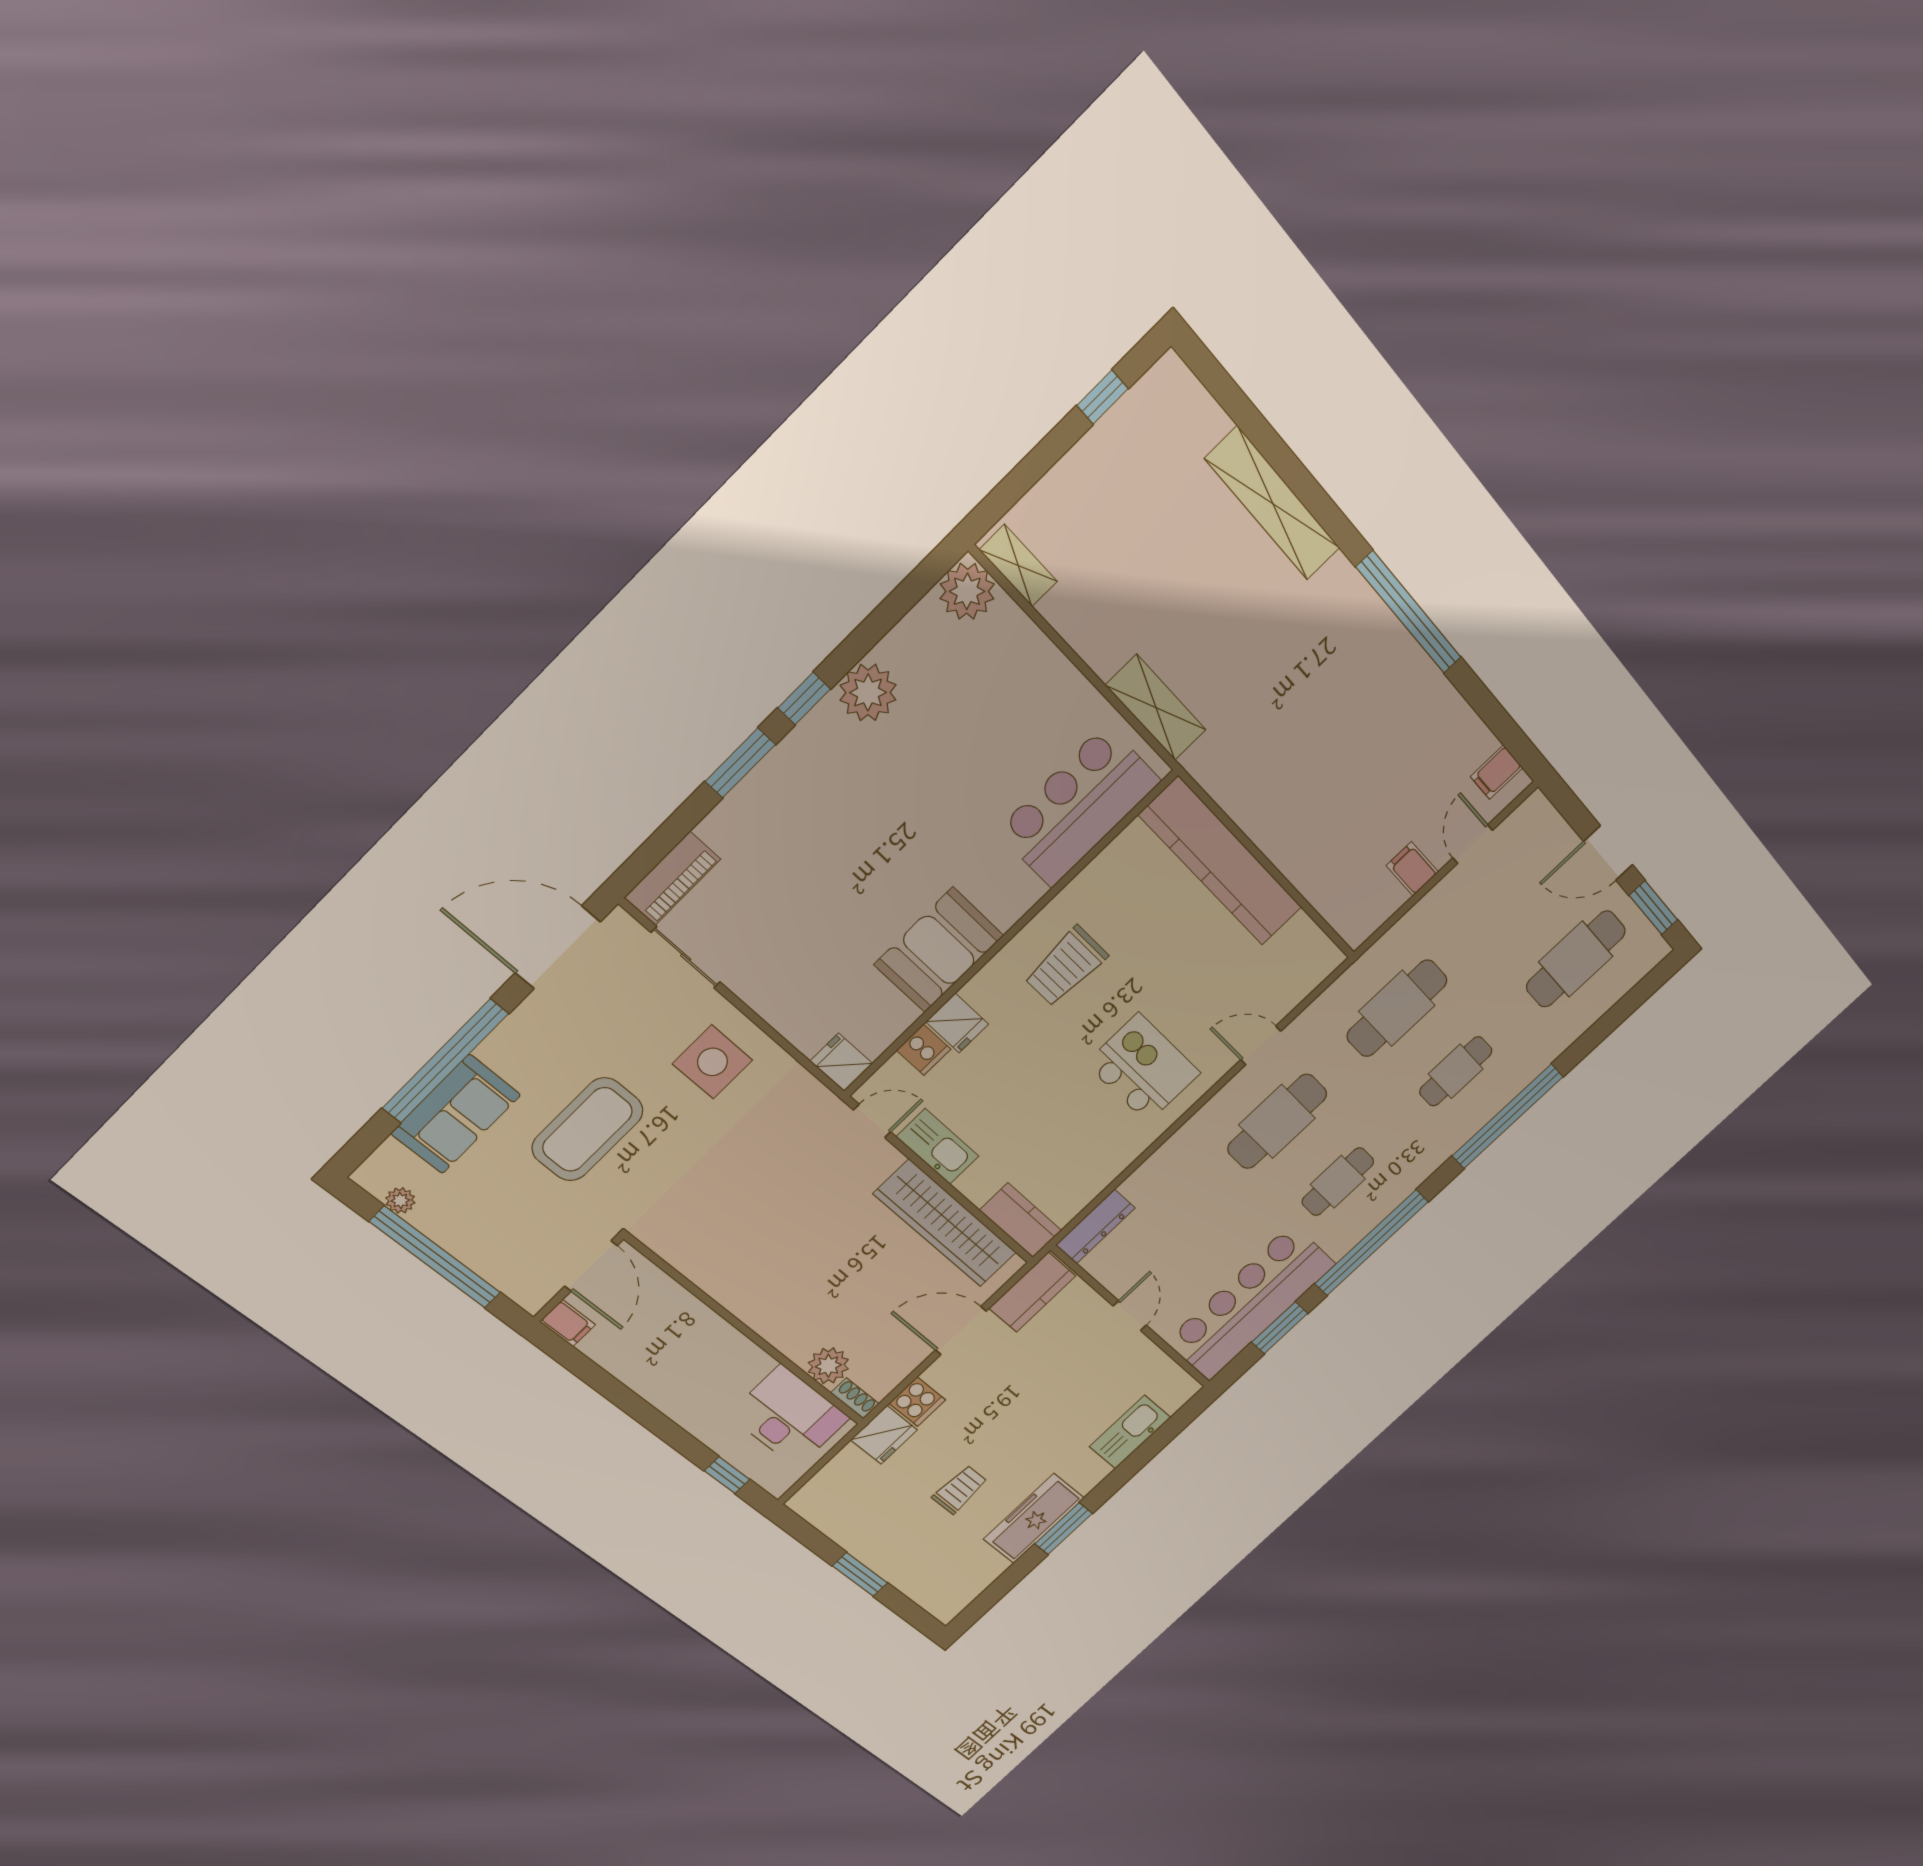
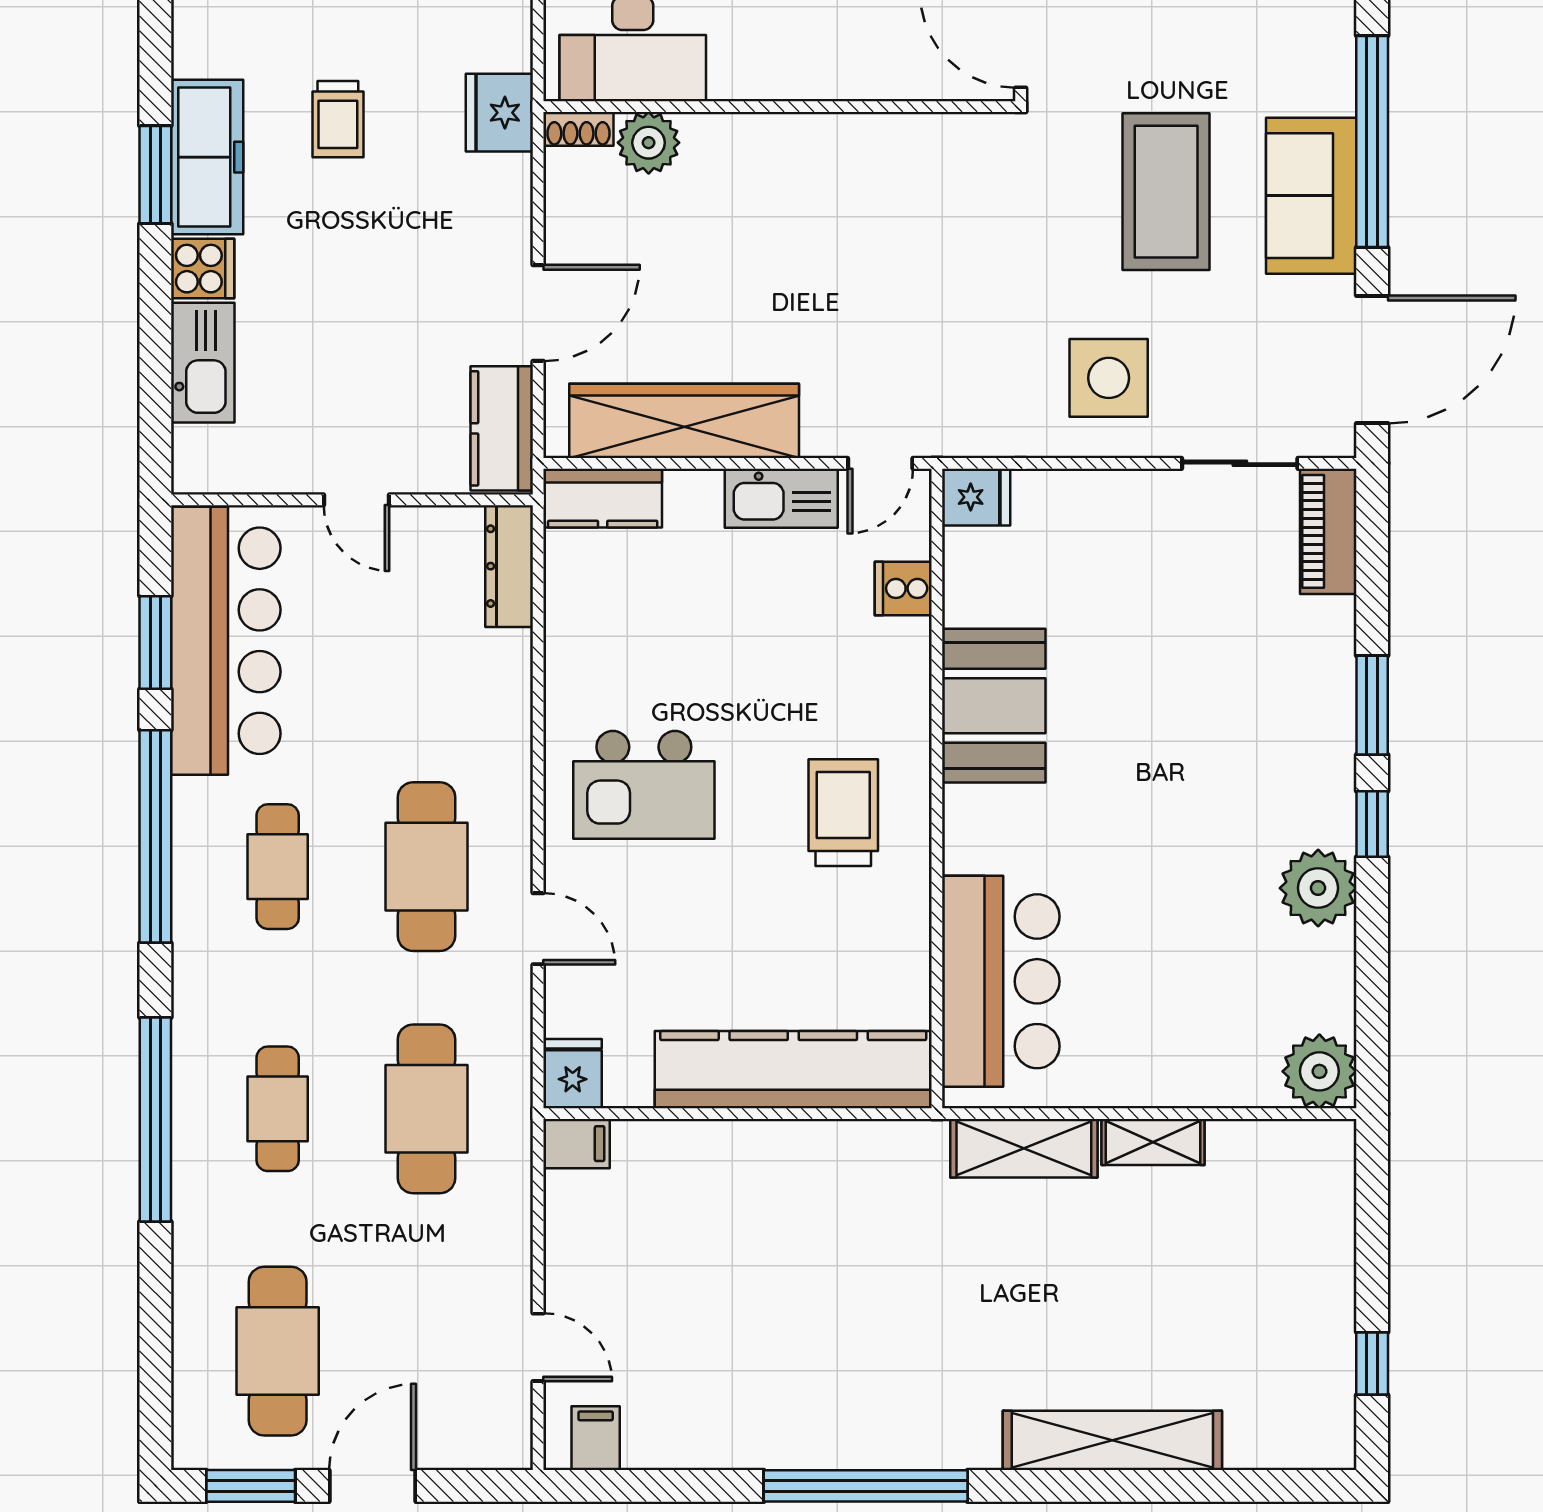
shelving: (1018, 566) -> (1153, 1142), moved
filing cabinet: (1412, 869) -> (577, 1144), moved
fridge: (957, 1023) -> (573, 1074), moved, turned 90
door: (1261, 1045) -> (538, 929), hinge flipped
sofa: (456, 1114) -> (1311, 196), moved
cooker: (917, 1402) -> (203, 269), moved, turned 180

